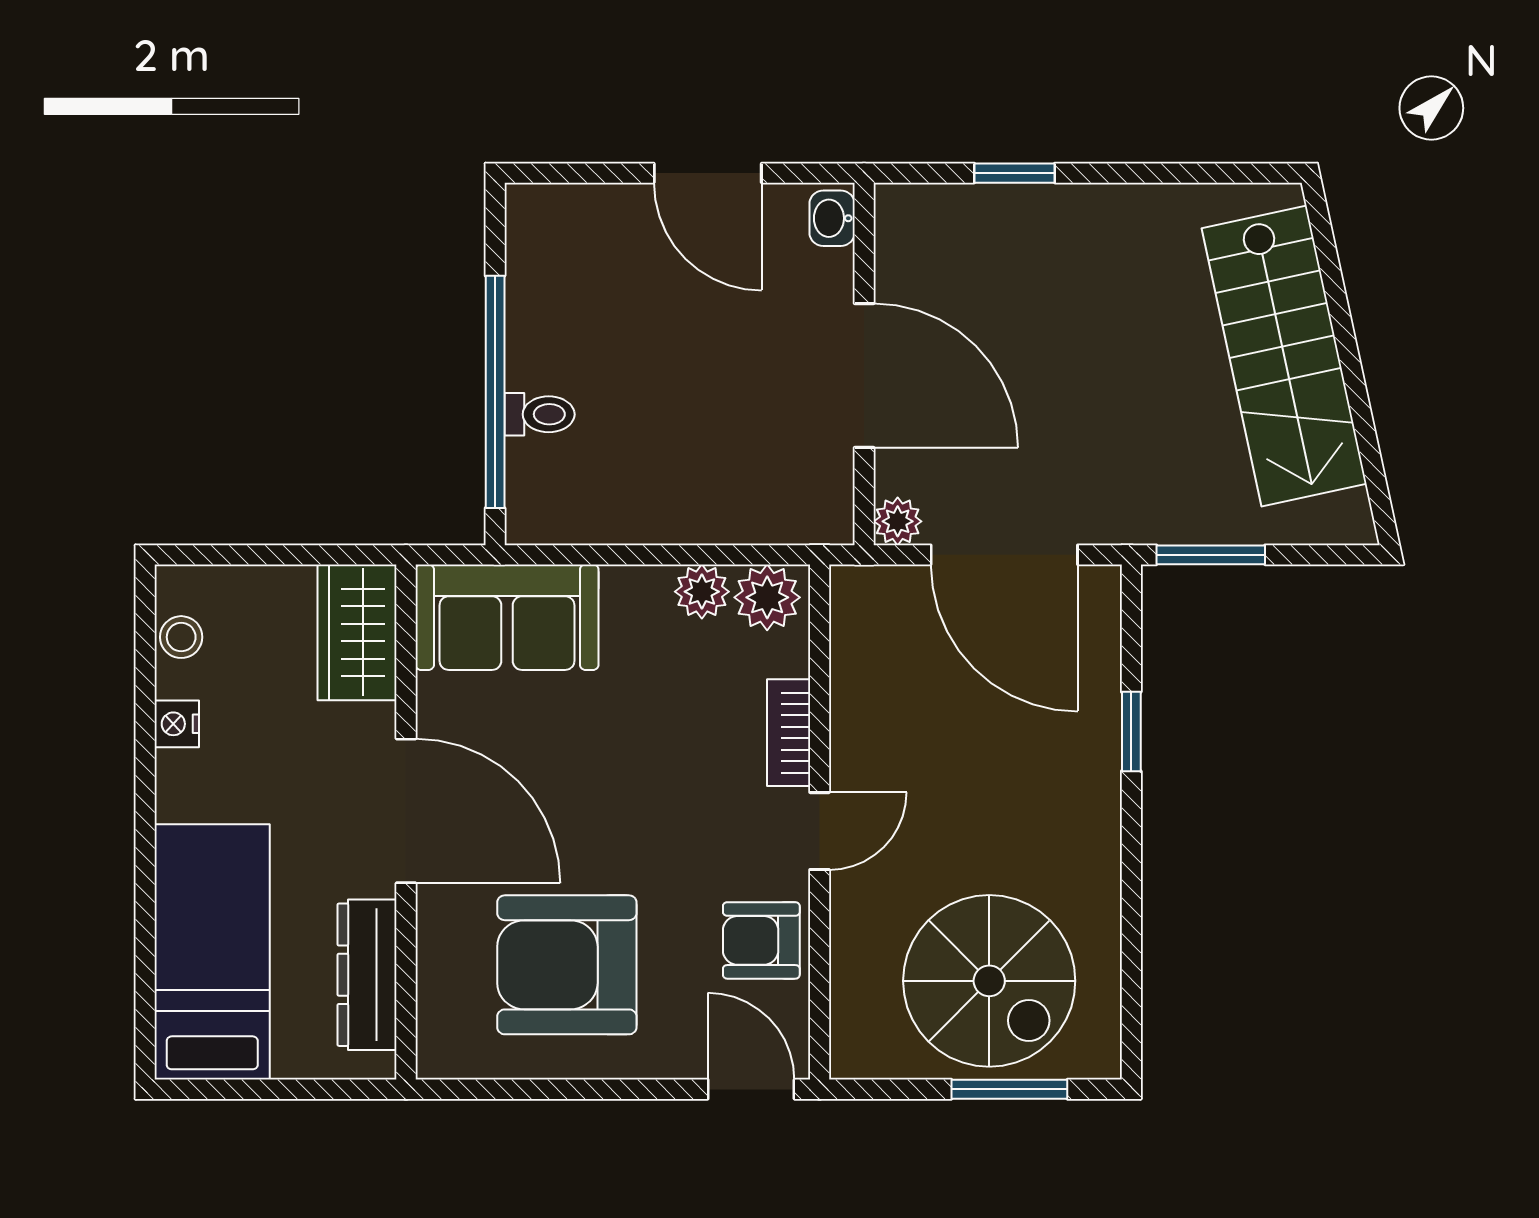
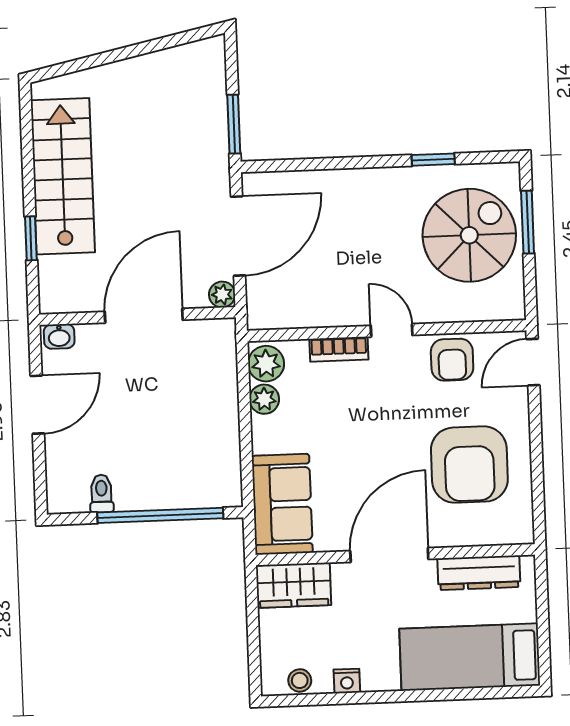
stairs: (1284, 356) -> (63, 176), moved, turned -78
toilet: (540, 414) -> (101, 494), moved
window: (1131, 732) -> (433, 160), moved

